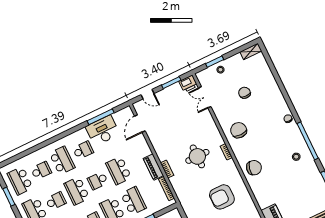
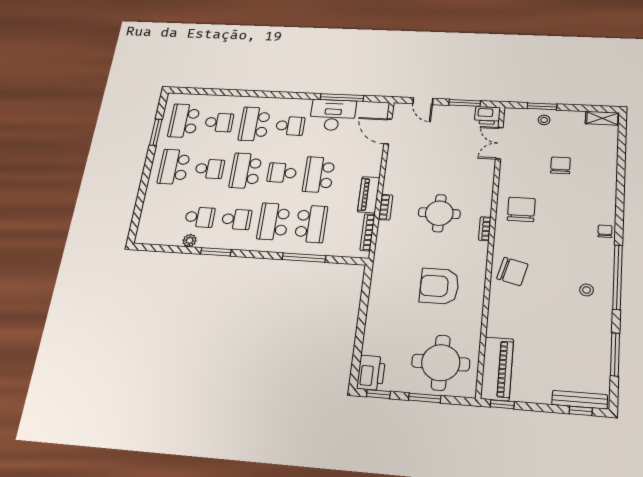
door: (140, 124) -> (388, 131), hinge flipped
school desk: (62, 160) -> (254, 124), turned 180

